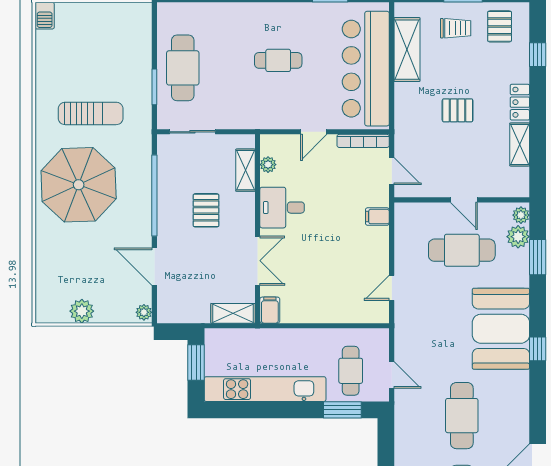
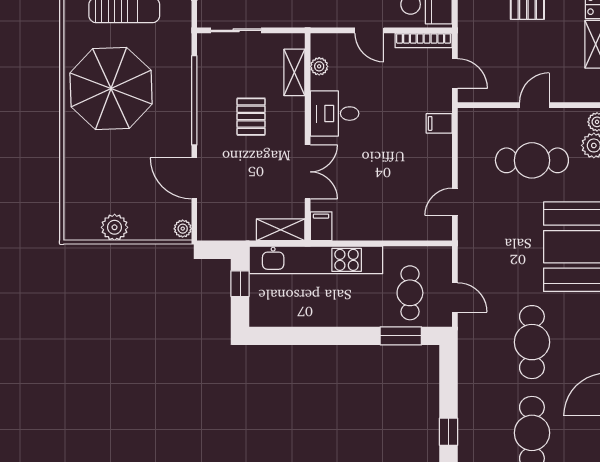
door: (314, 132) -> (369, 30), hinge flipped
door: (464, 200) -> (534, 105), swing flipped
window: (196, 362) -> (240, 284), width x0.67
kitchen unit: (265, 389) -> (316, 260), moved, turned 180

